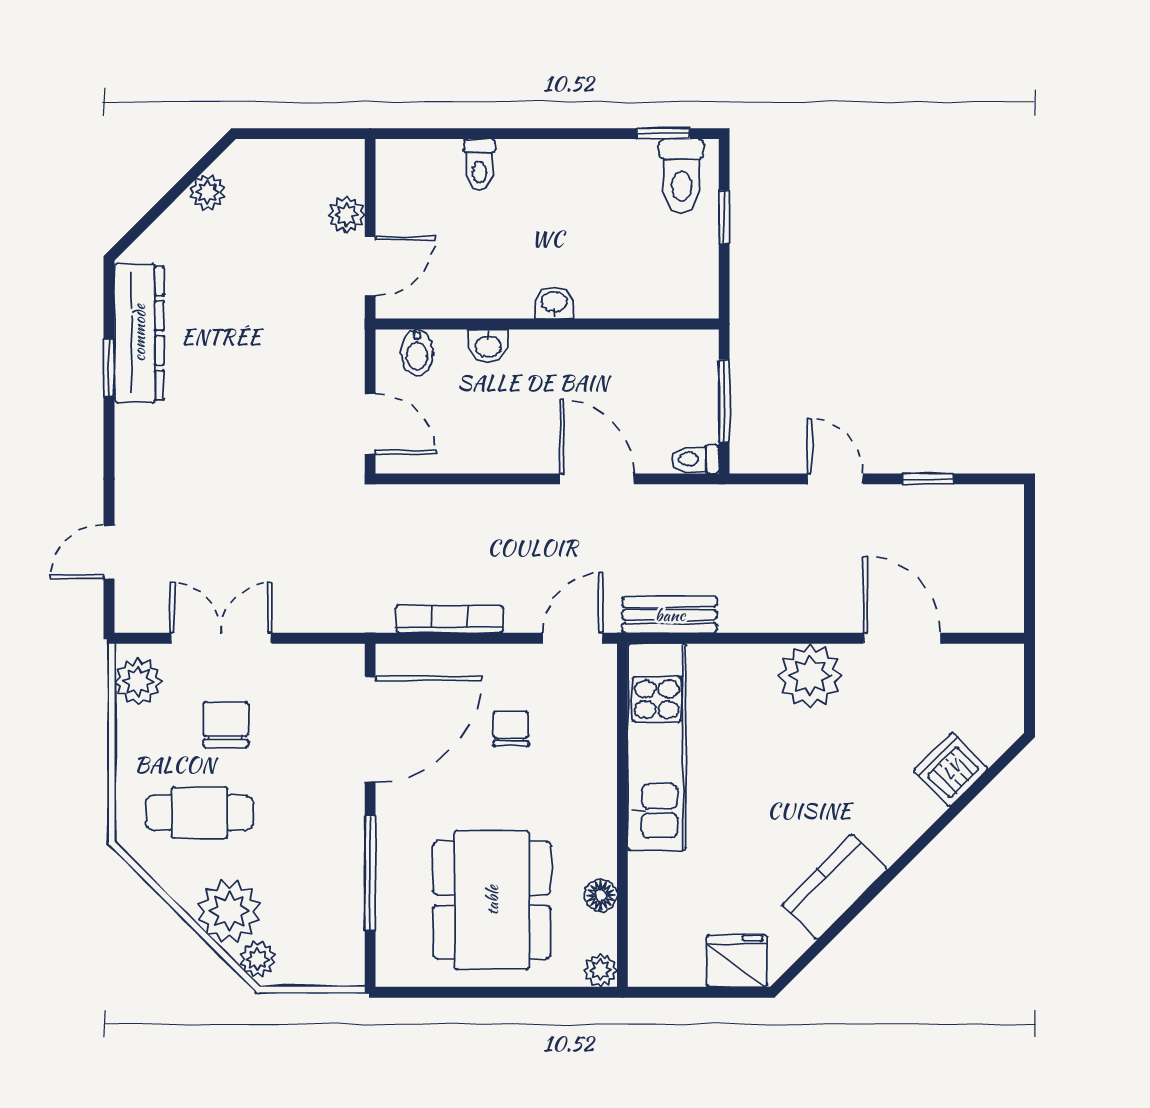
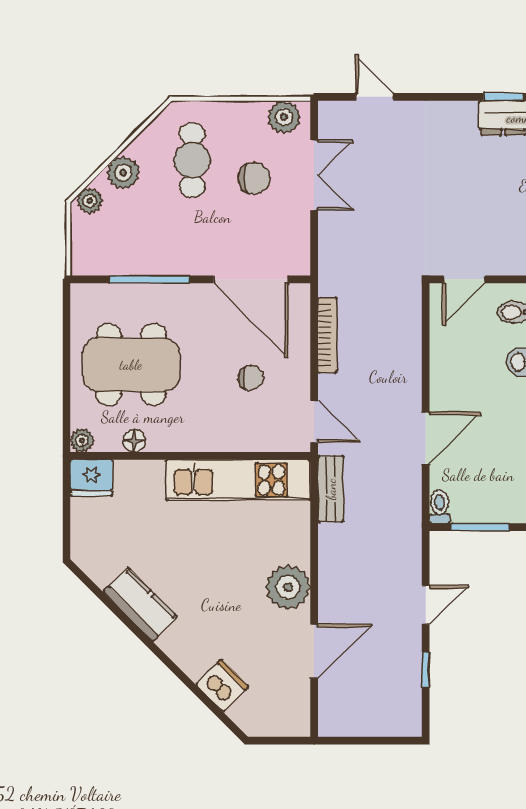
plant: (229, 911) -> (123, 173), width x0.73, depth x0.73
fridge: (737, 961) -> (91, 478), moved, turned 90

